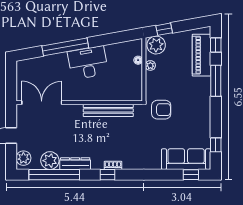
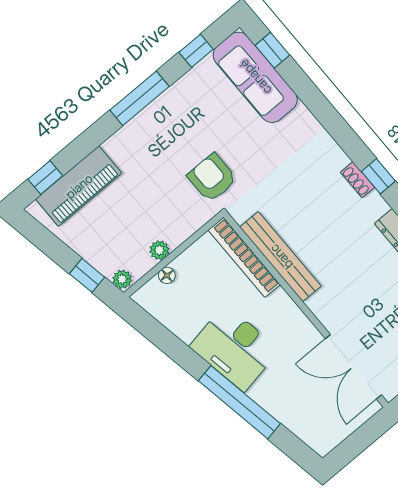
plant: (156, 45) -> (122, 279), width x0.53, depth x0.53
window: (216, 81) -> (139, 98), moved
bookcase: (120, 96) -> (244, 257), added

